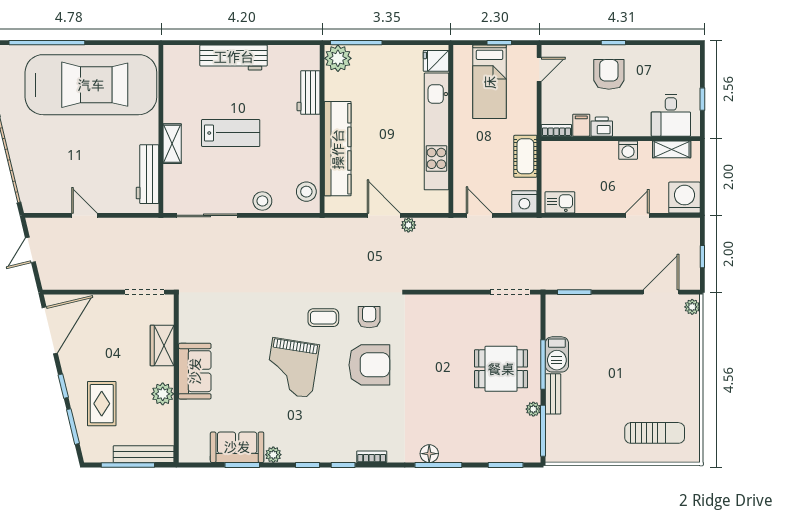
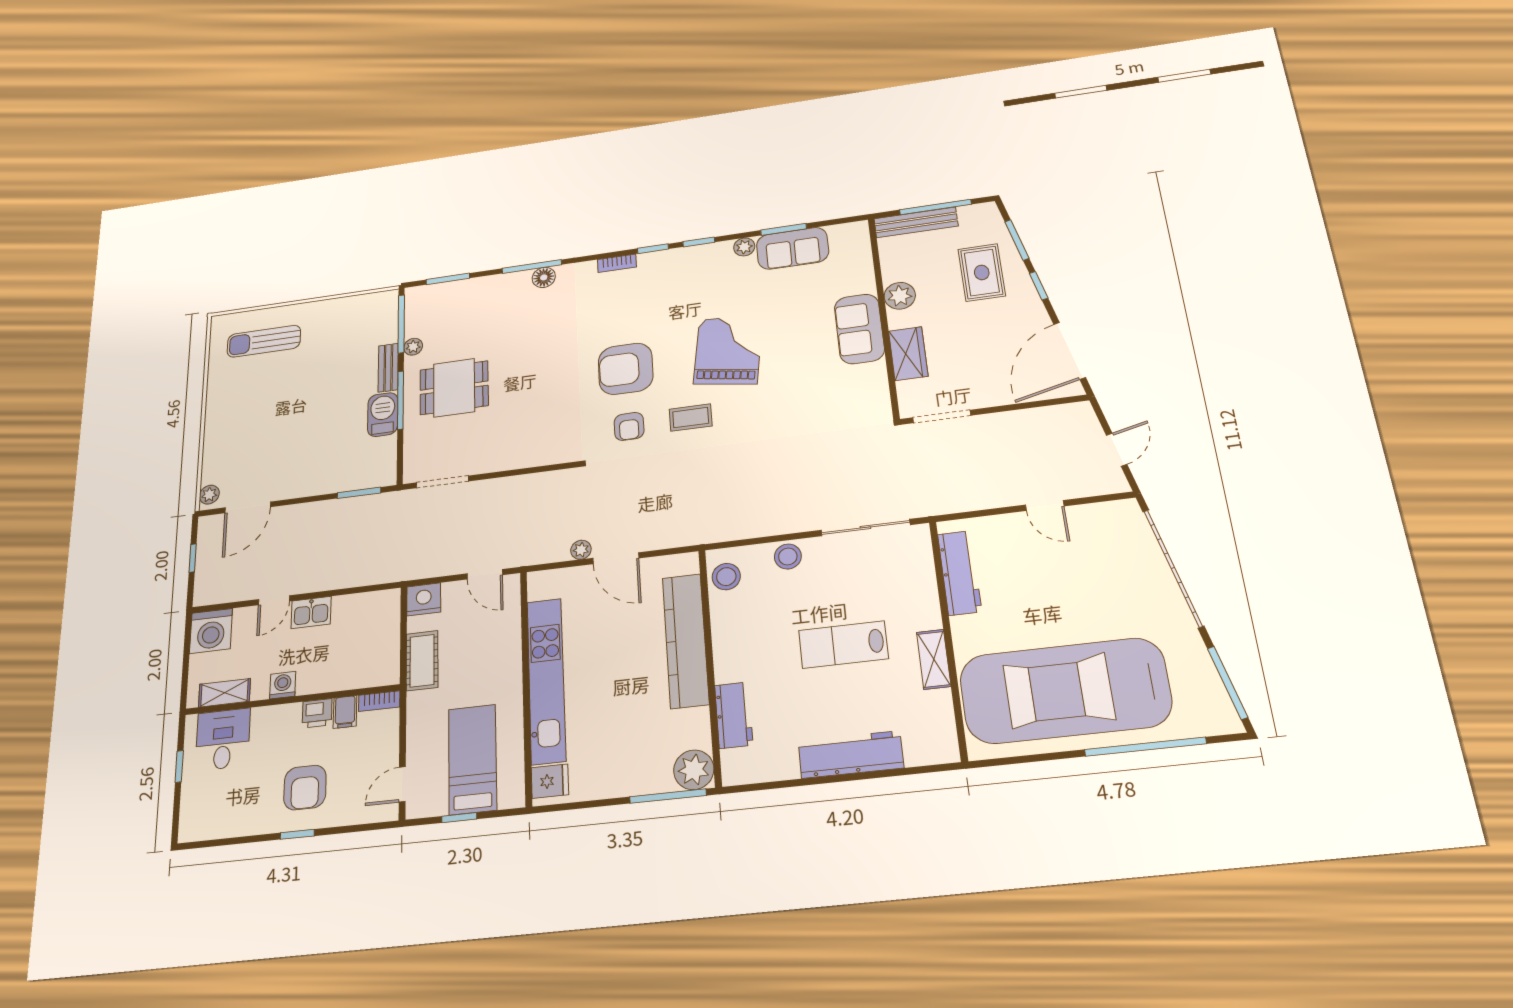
shelving: (172, 144) -> (934, 659), moved
kitchen sink: (560, 202) -> (311, 612), moved

